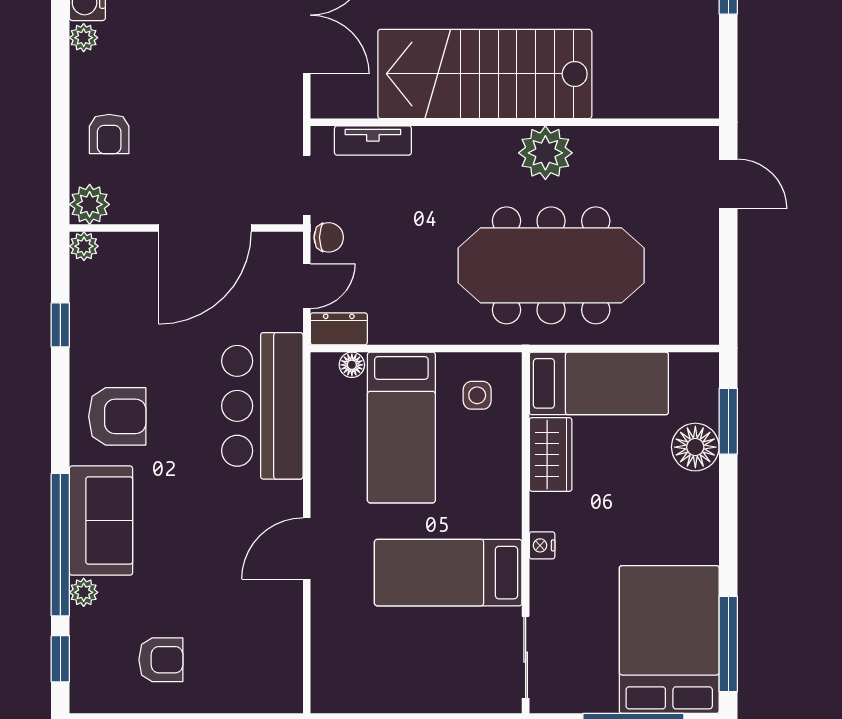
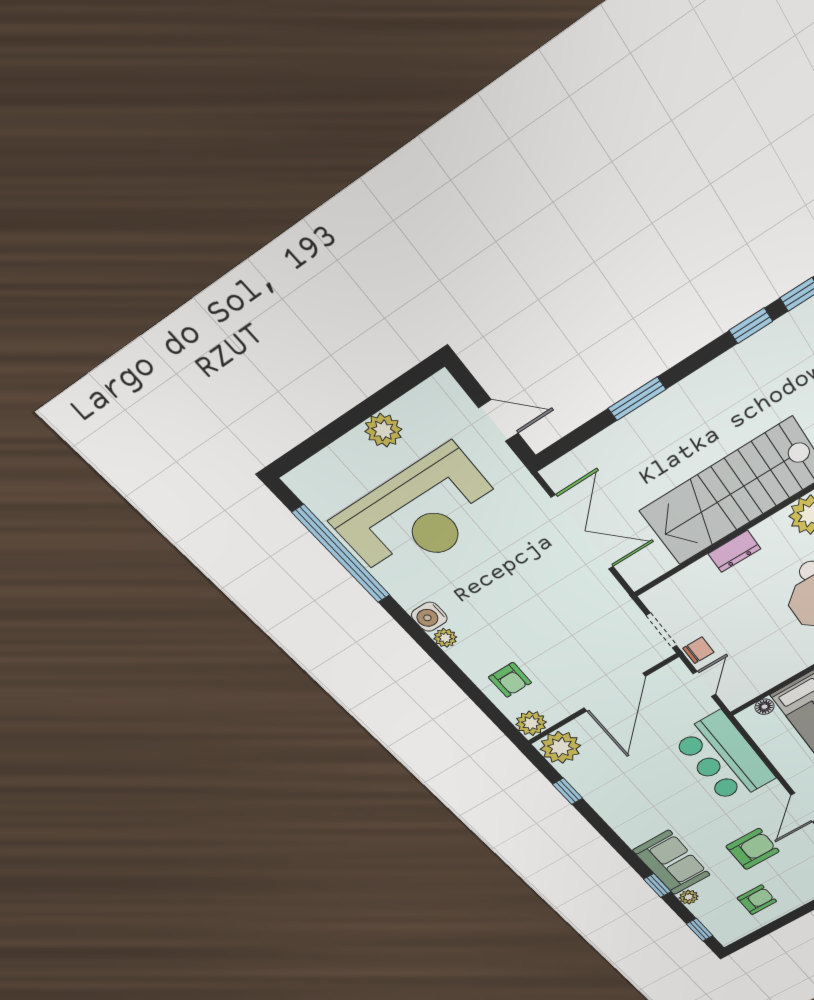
tv unit: (373, 141) -> (686, 579), removed
plant: (84, 246) -> (560, 747), width x1.87, depth x1.87
dresser: (339, 329) -> (734, 551), moved, turned 180
armchair: (117, 416) -> (753, 849), moved
window: (60, 545) -> (657, 885), width x0.32

